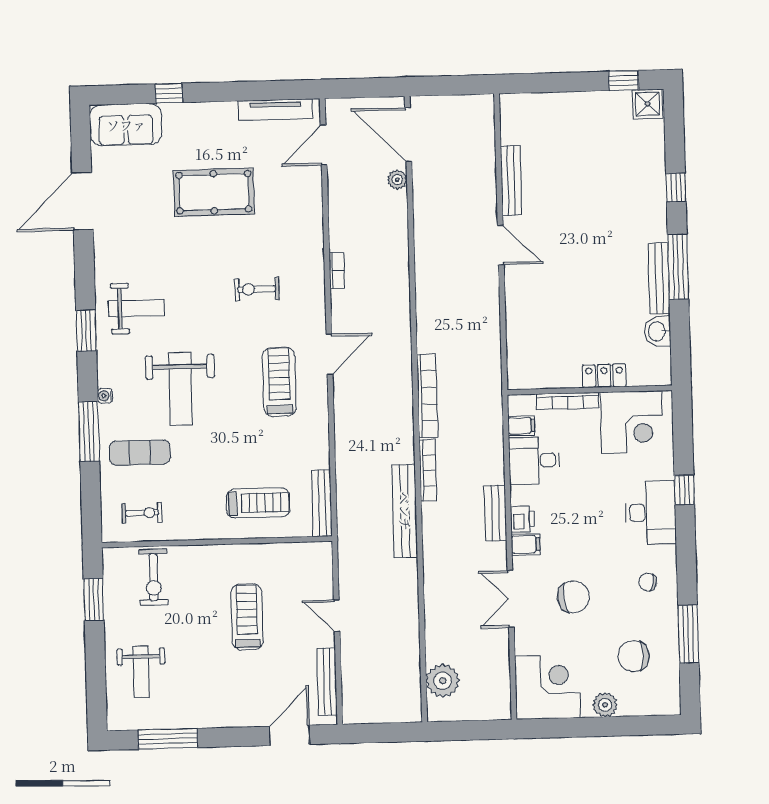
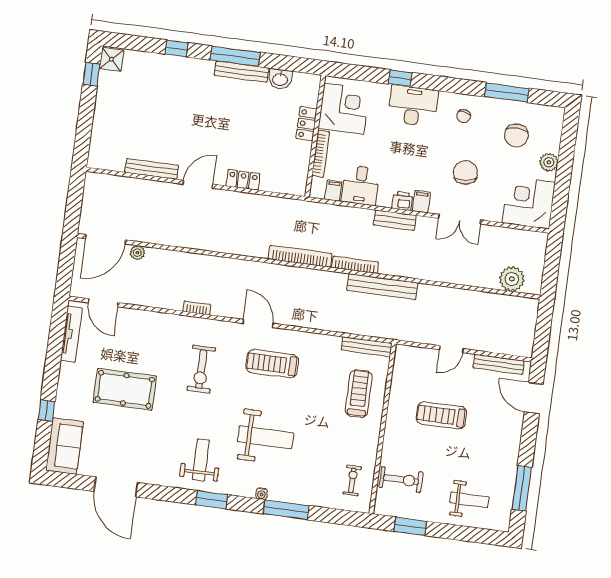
pool table: (214, 192) -> (125, 389), turned 90
exercise bike: (257, 289) -> (201, 369), width x1.38, depth x1.39
locker: (516, 304) -> (243, 180), added
exercise mat: (140, 453) -> (308, 475), removed

